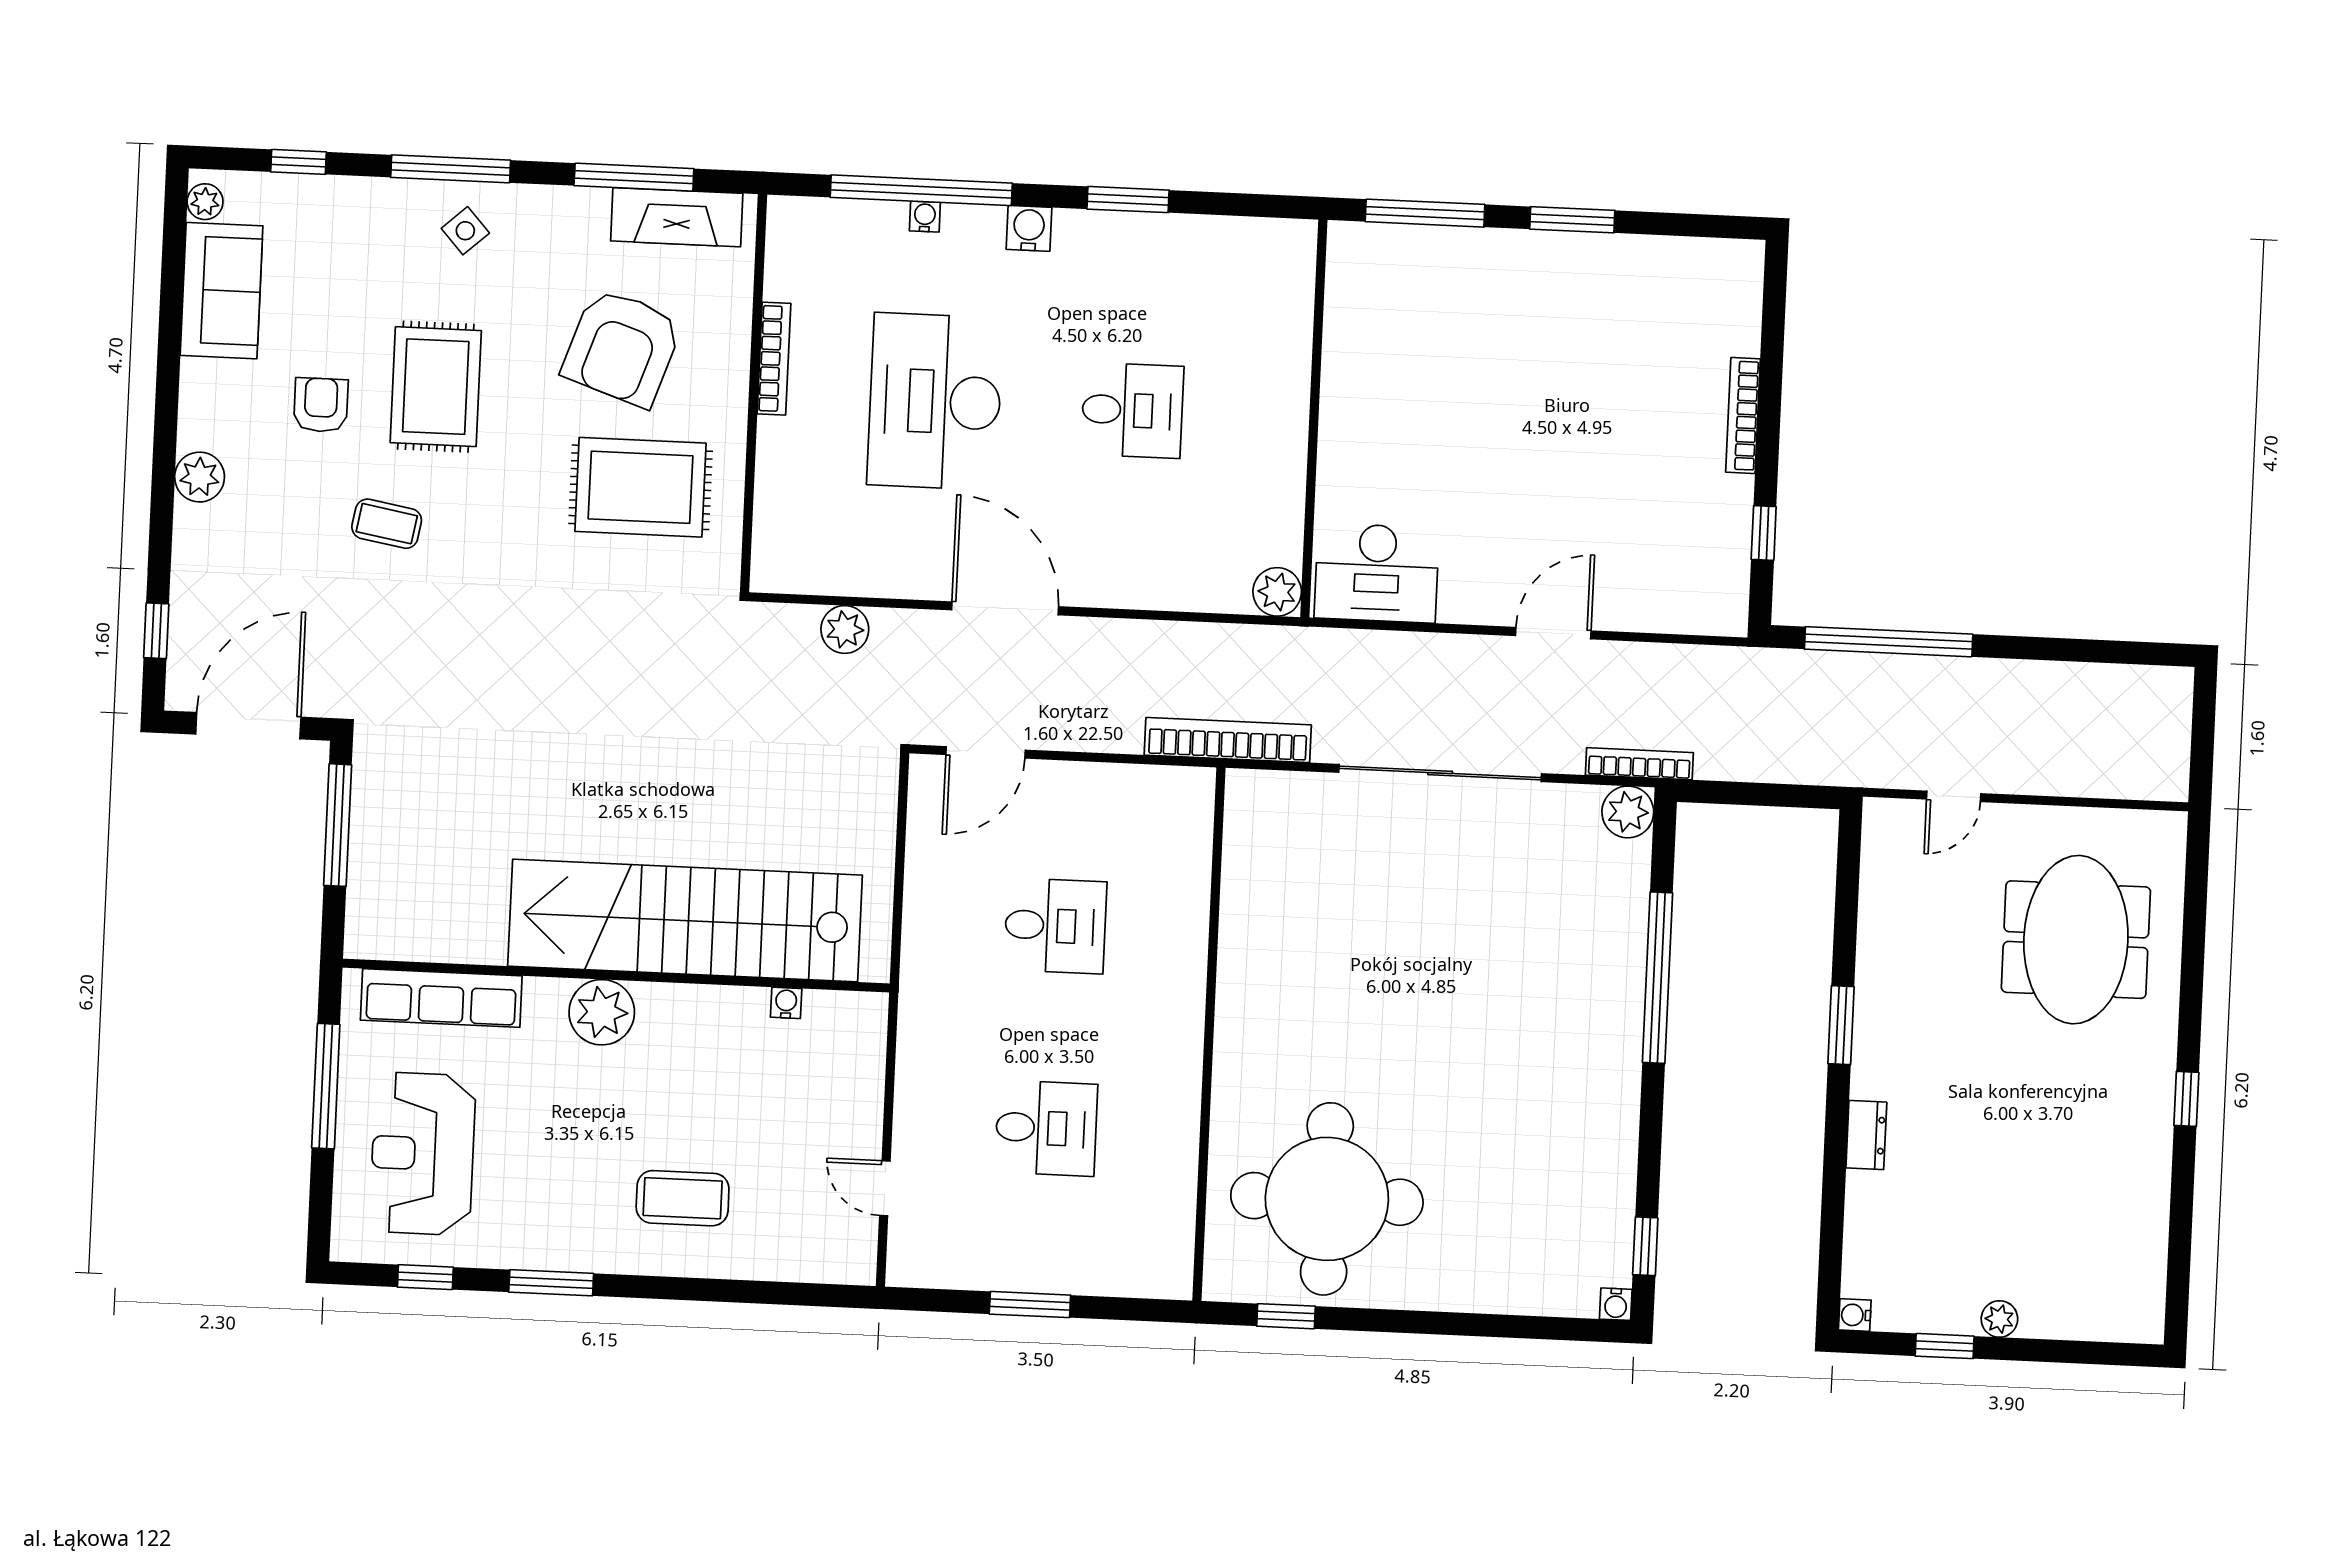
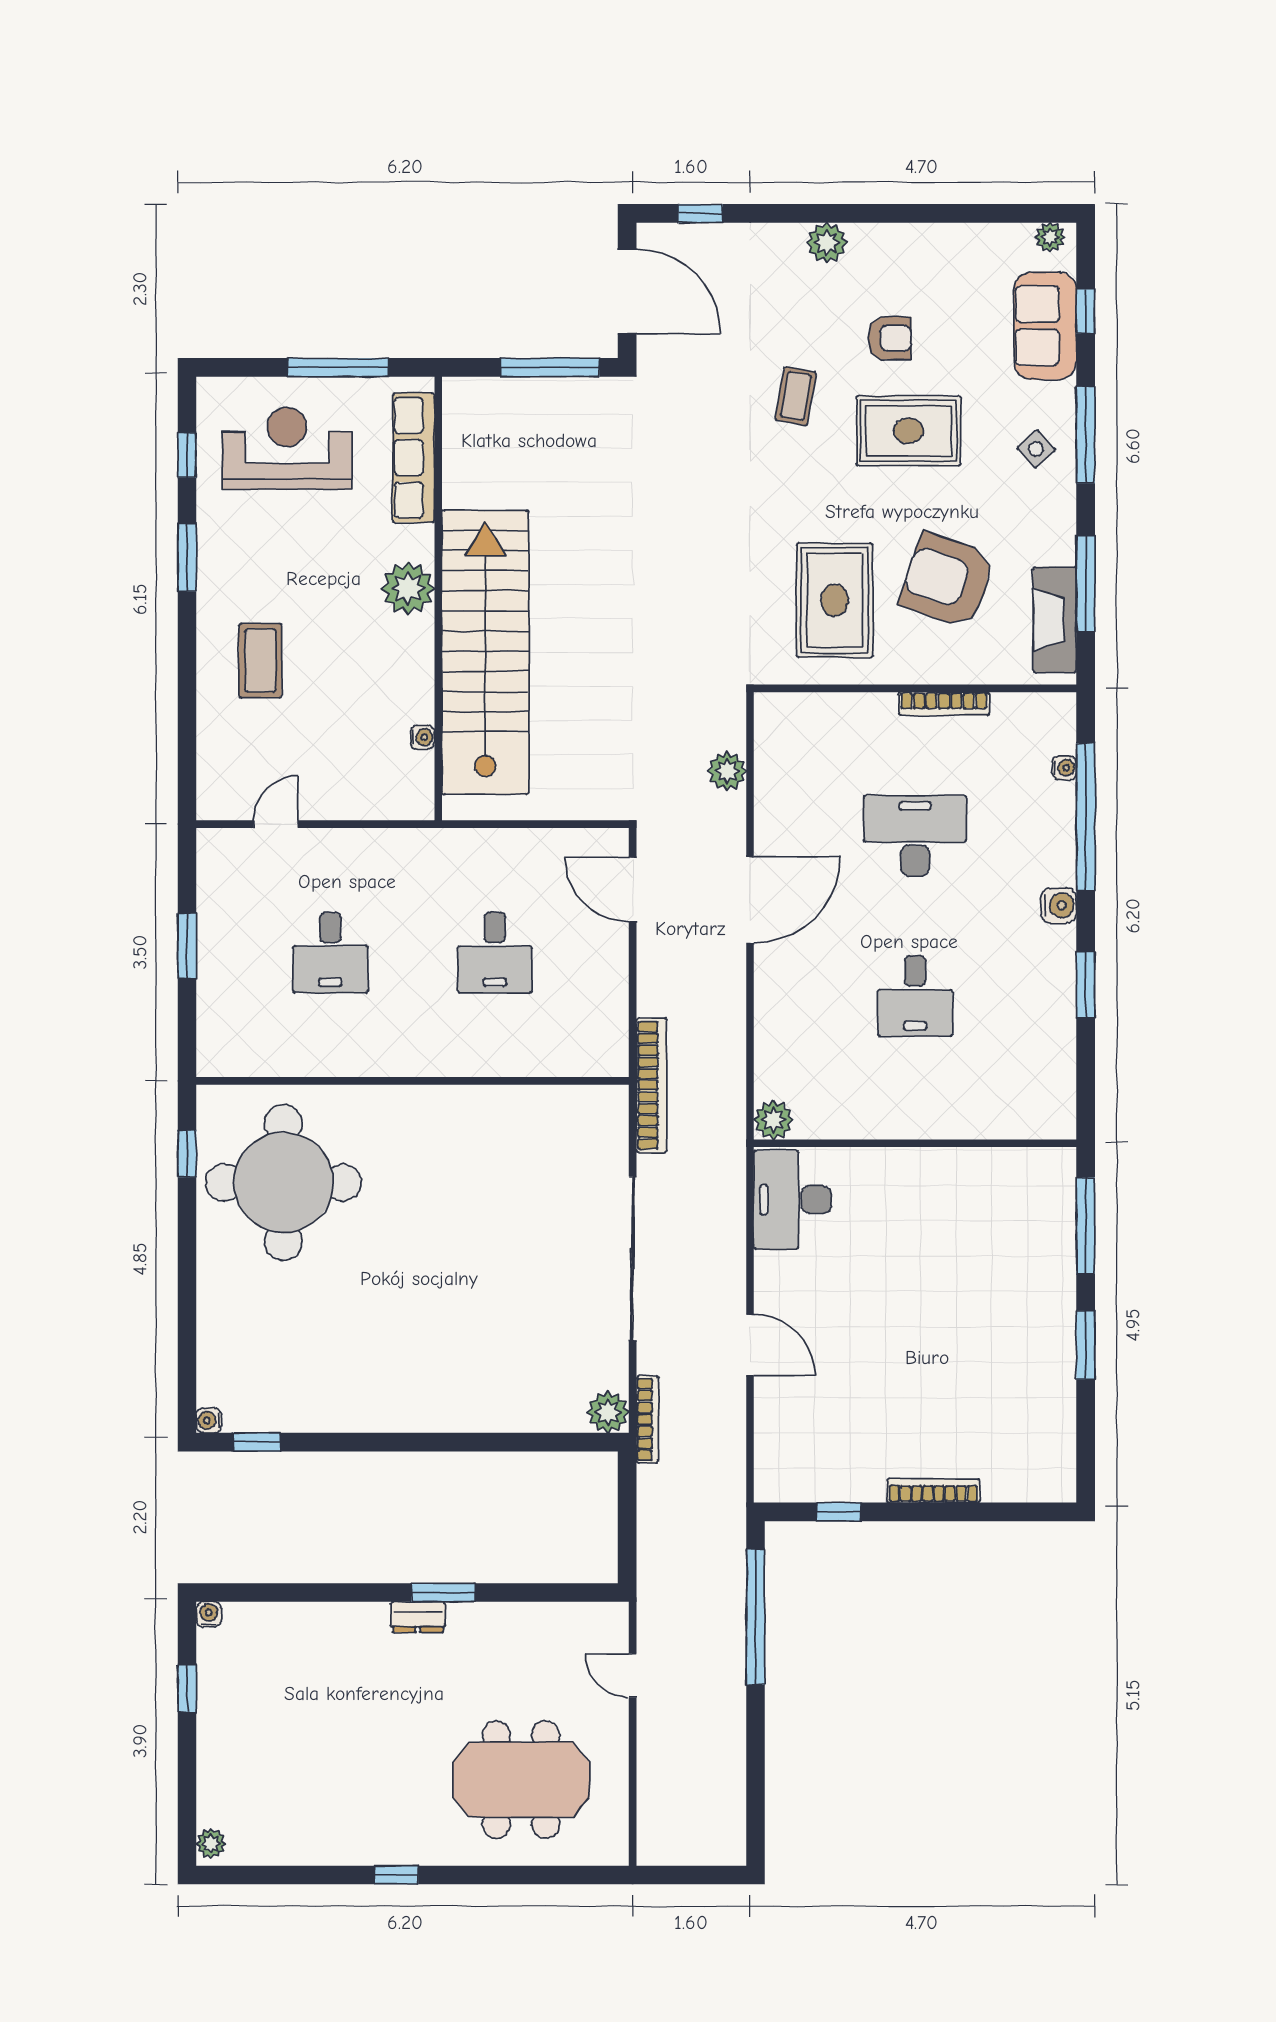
water cooler: (925, 217) -> (1064, 768), moved
sofa: (222, 291) -> (1045, 326), moved, turned 90
desk: (935, 401) -> (915, 836), width x0.73, depth x0.77
window: (1657, 978) -> (475, 1442), removed
dresser: (1866, 1135) -> (418, 1617), moved
plant: (1999, 1319) -> (211, 1844), moved

